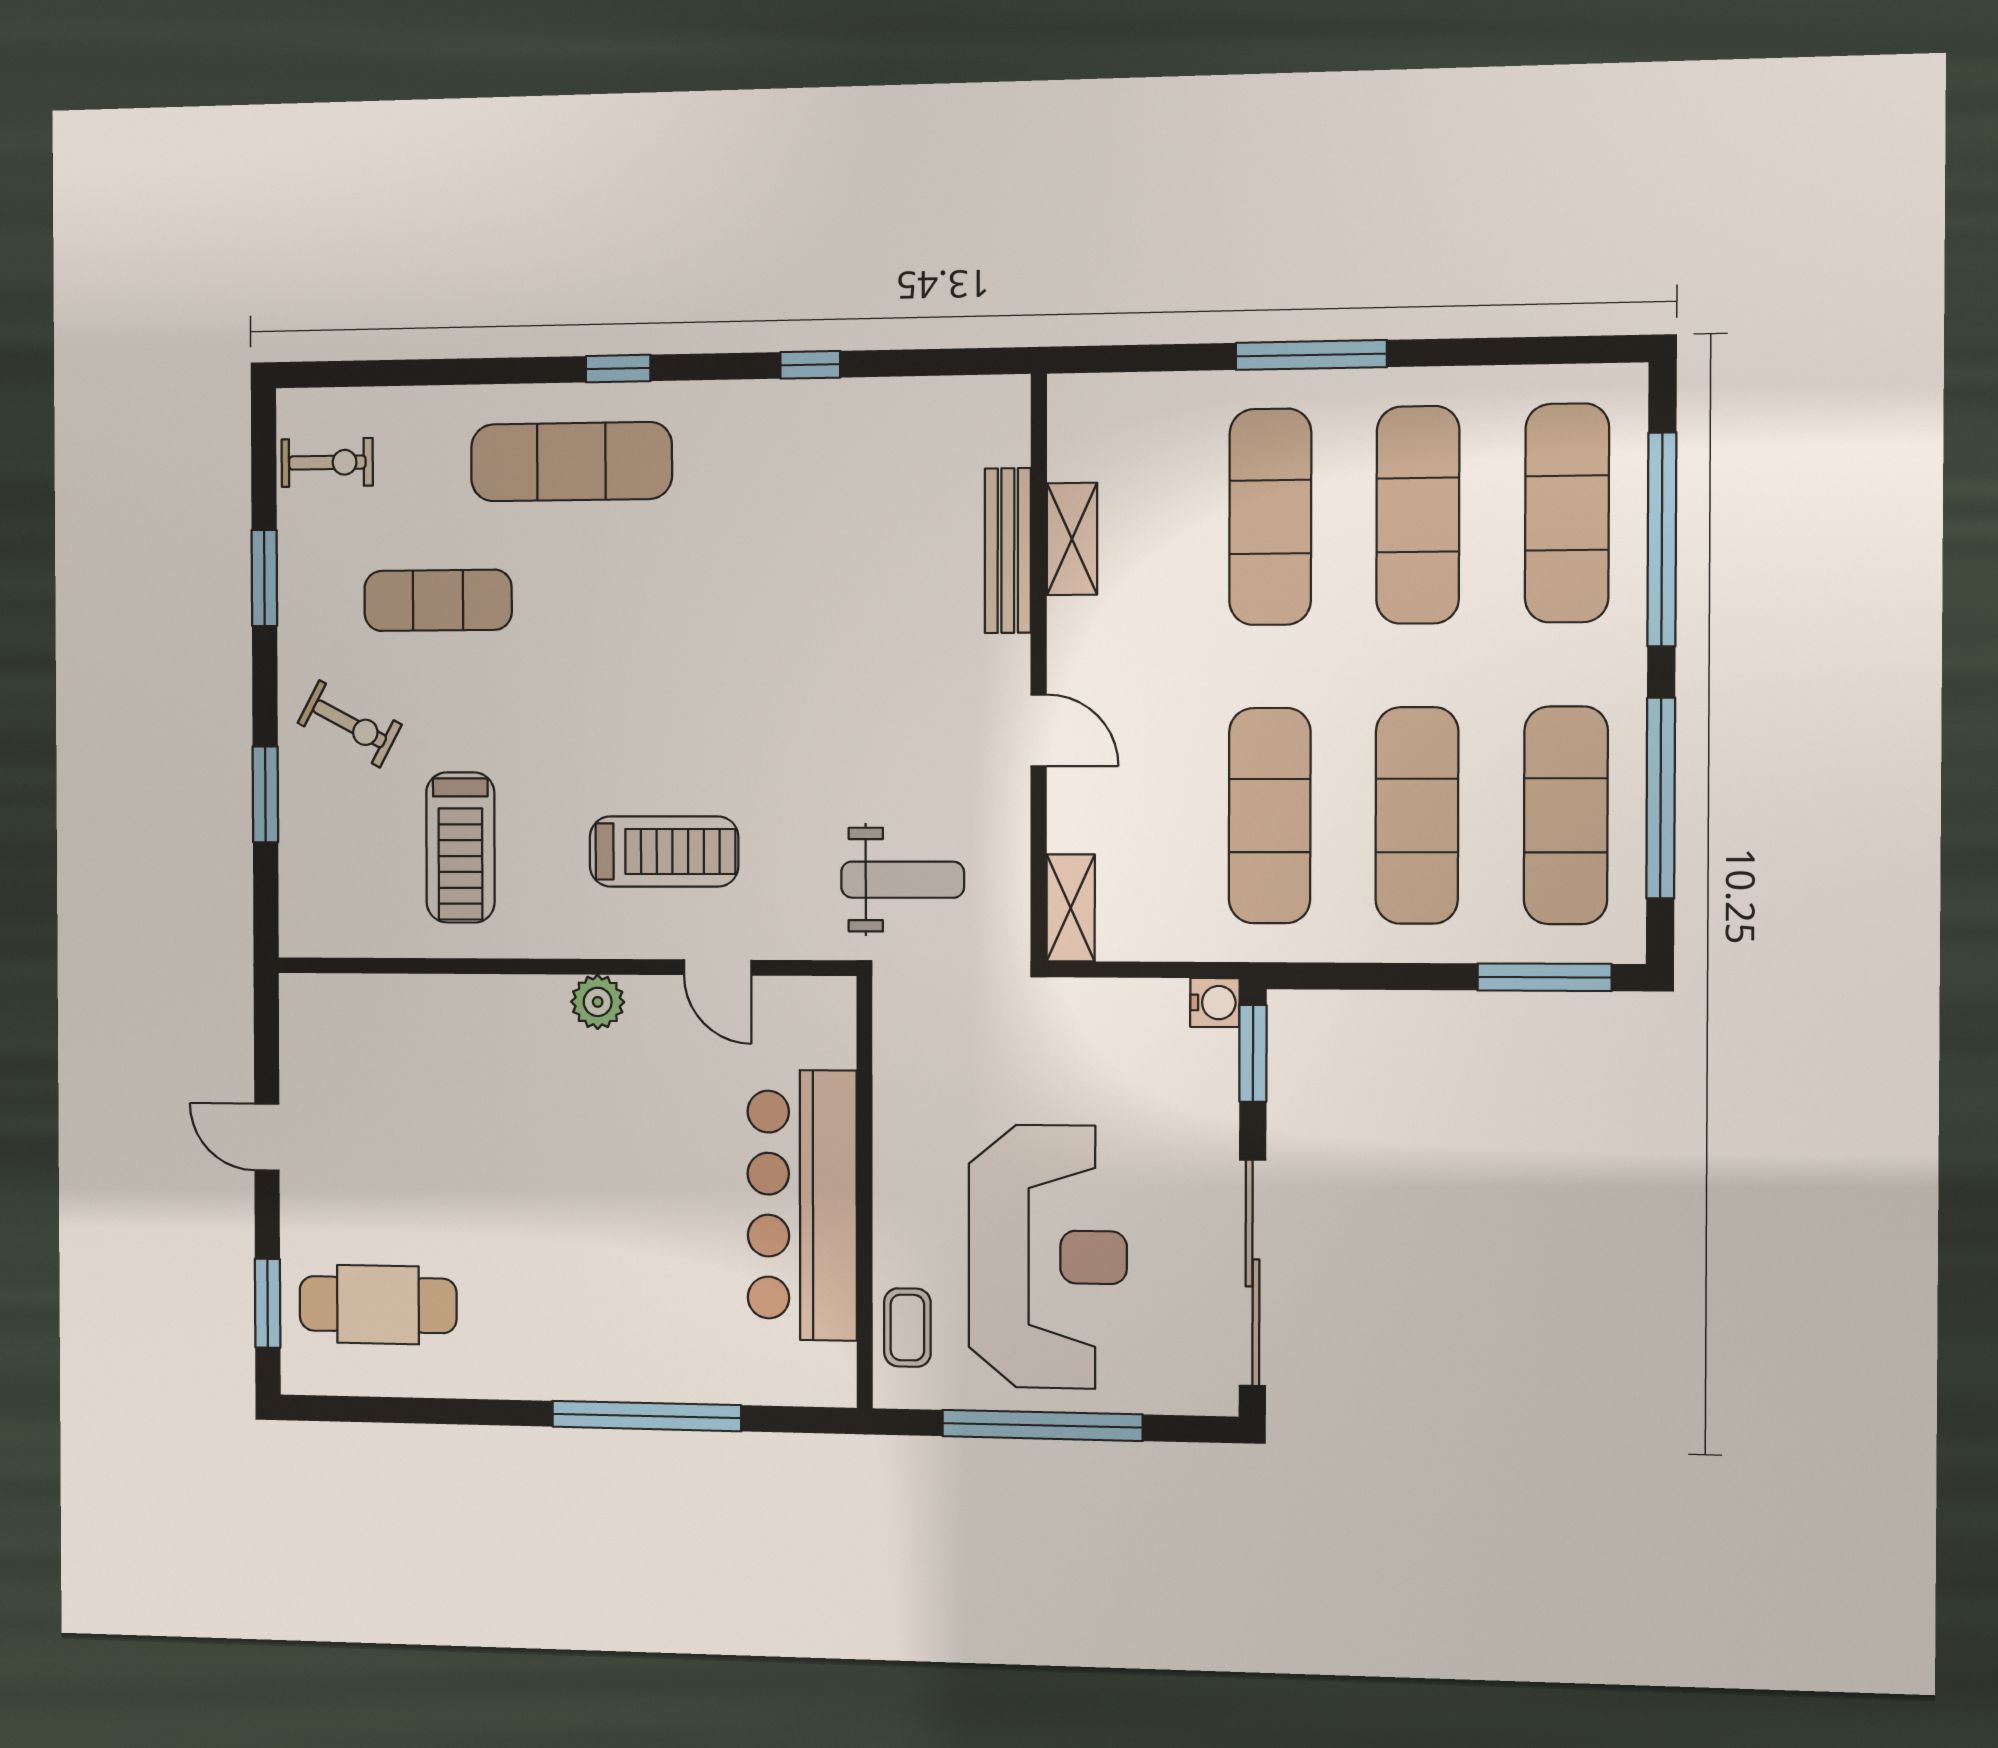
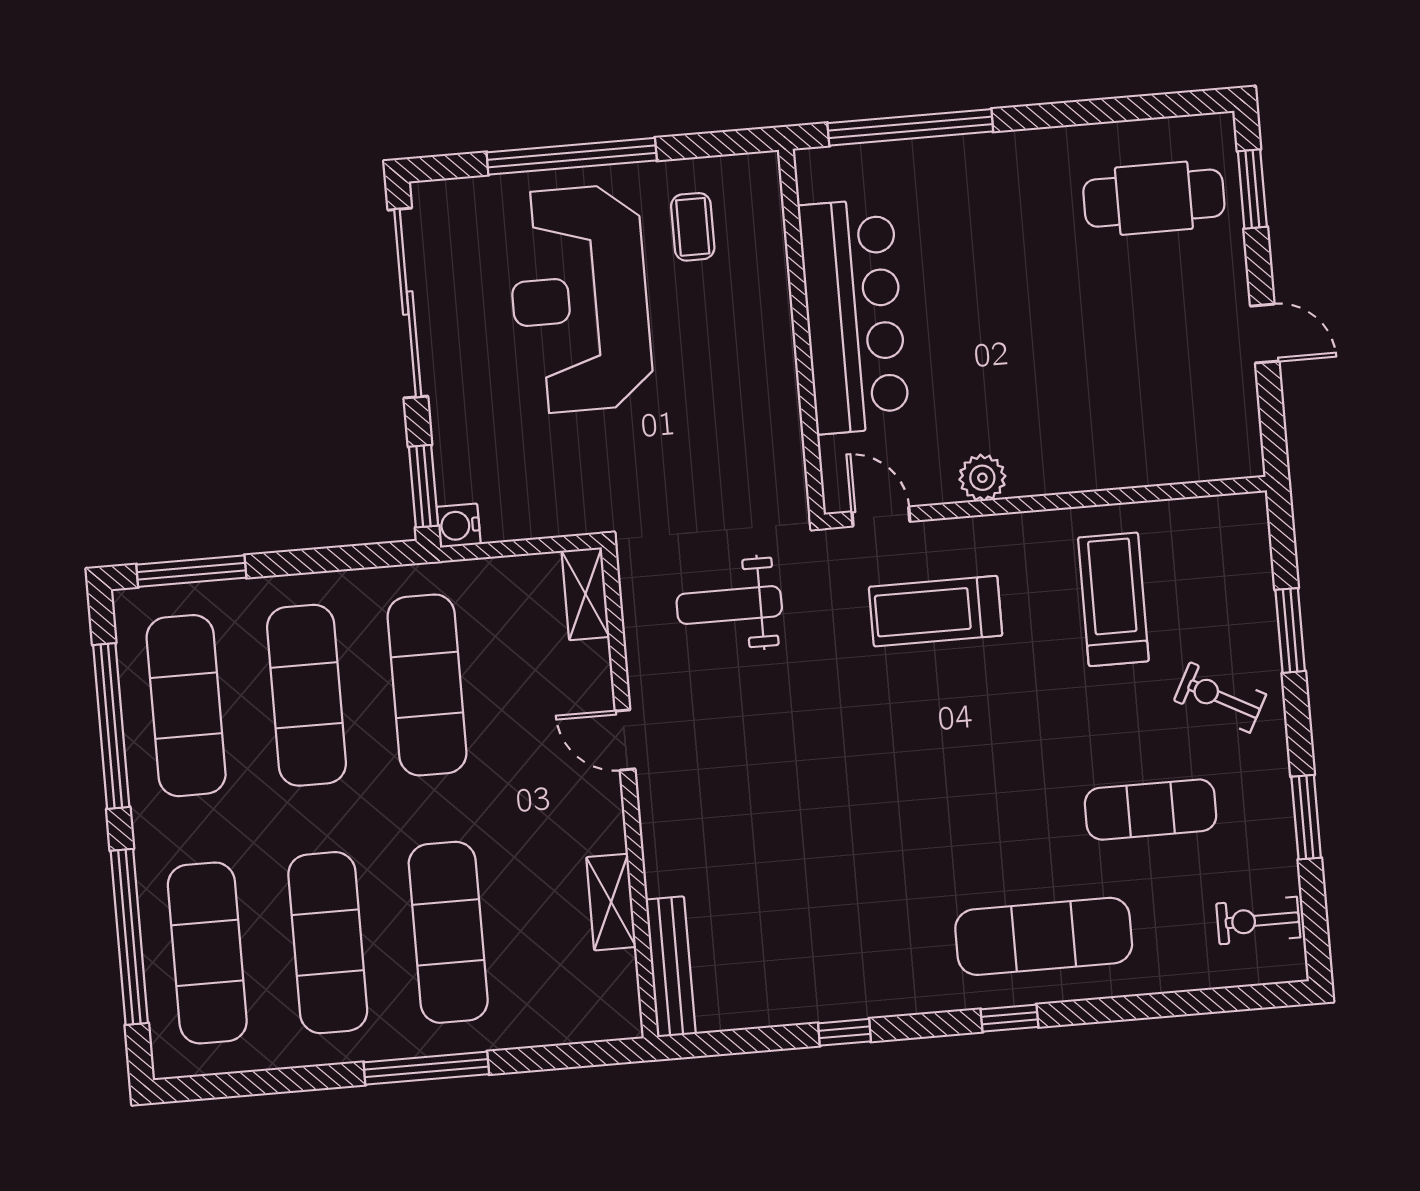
bench: (1008, 551) -> (671, 967), moved
wall: (865, 1192) -> (801, 332), moved
bar counter: (802, 1205) -> (854, 316), moved

